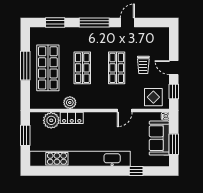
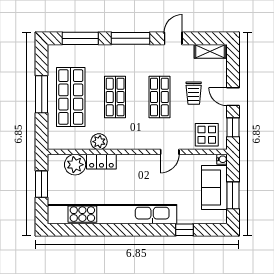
window: (55, 22) -> (80, 38), width x1.44
shelving: (156, 32) -> (210, 51), added

